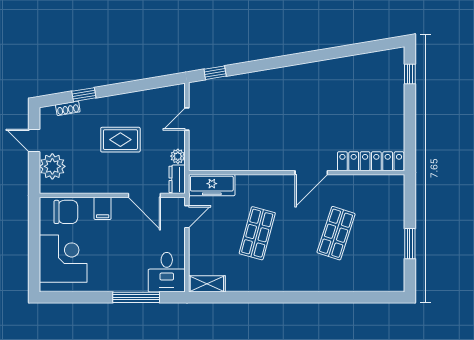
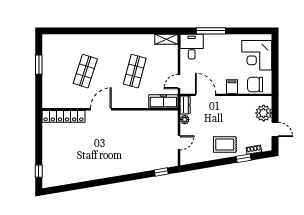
rug: (120, 140) -> (225, 144), moved

